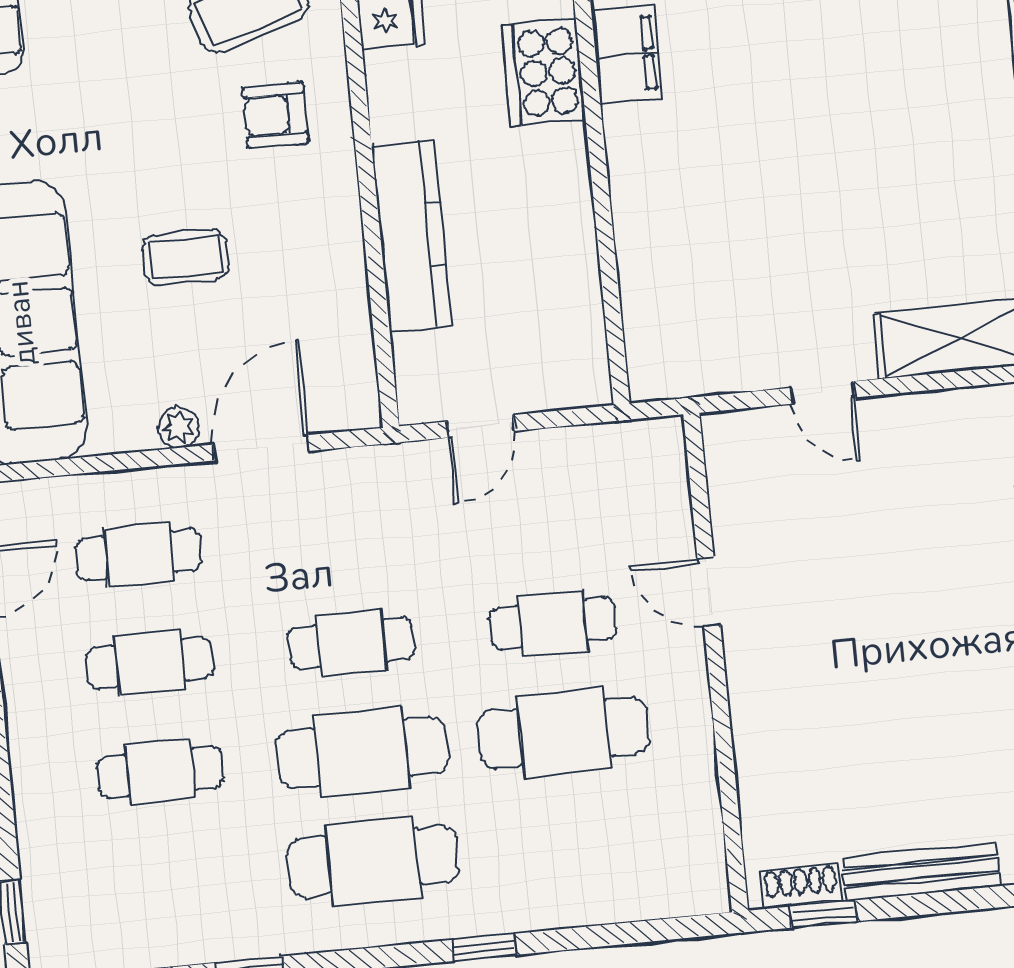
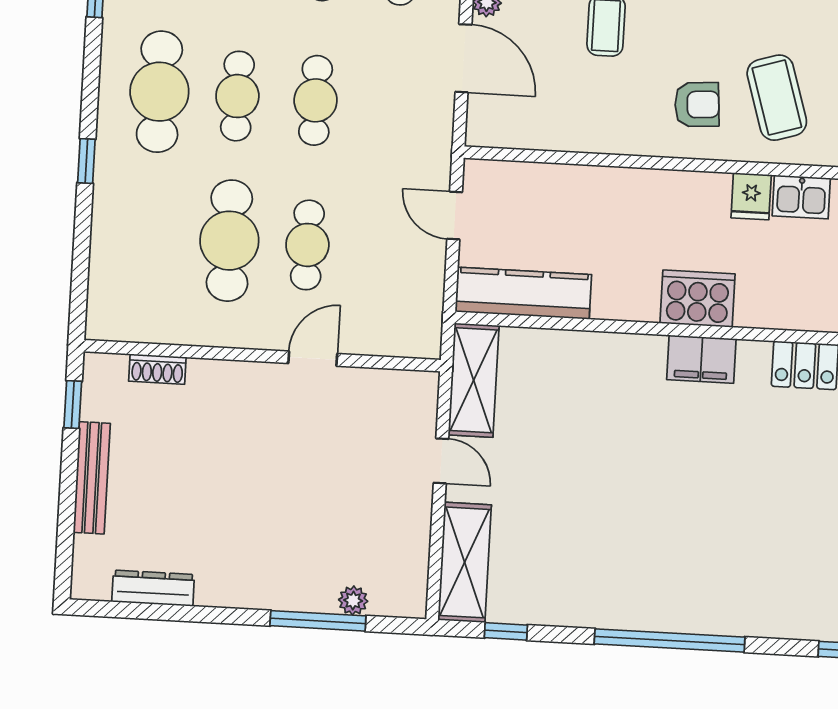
armchair: (275, 115) -> (697, 105), turned 86
kitchen counter: (412, 236) -> (523, 293), moved, turned 180
shelving: (704, 365) -> (474, 380), added
door: (823, 393) -> (441, 461), swing flipped
cafe table: (362, 752) -> (237, 96), width x0.73, depth x0.74
shoe rack: (801, 886) -> (157, 369), moved, turned 90

